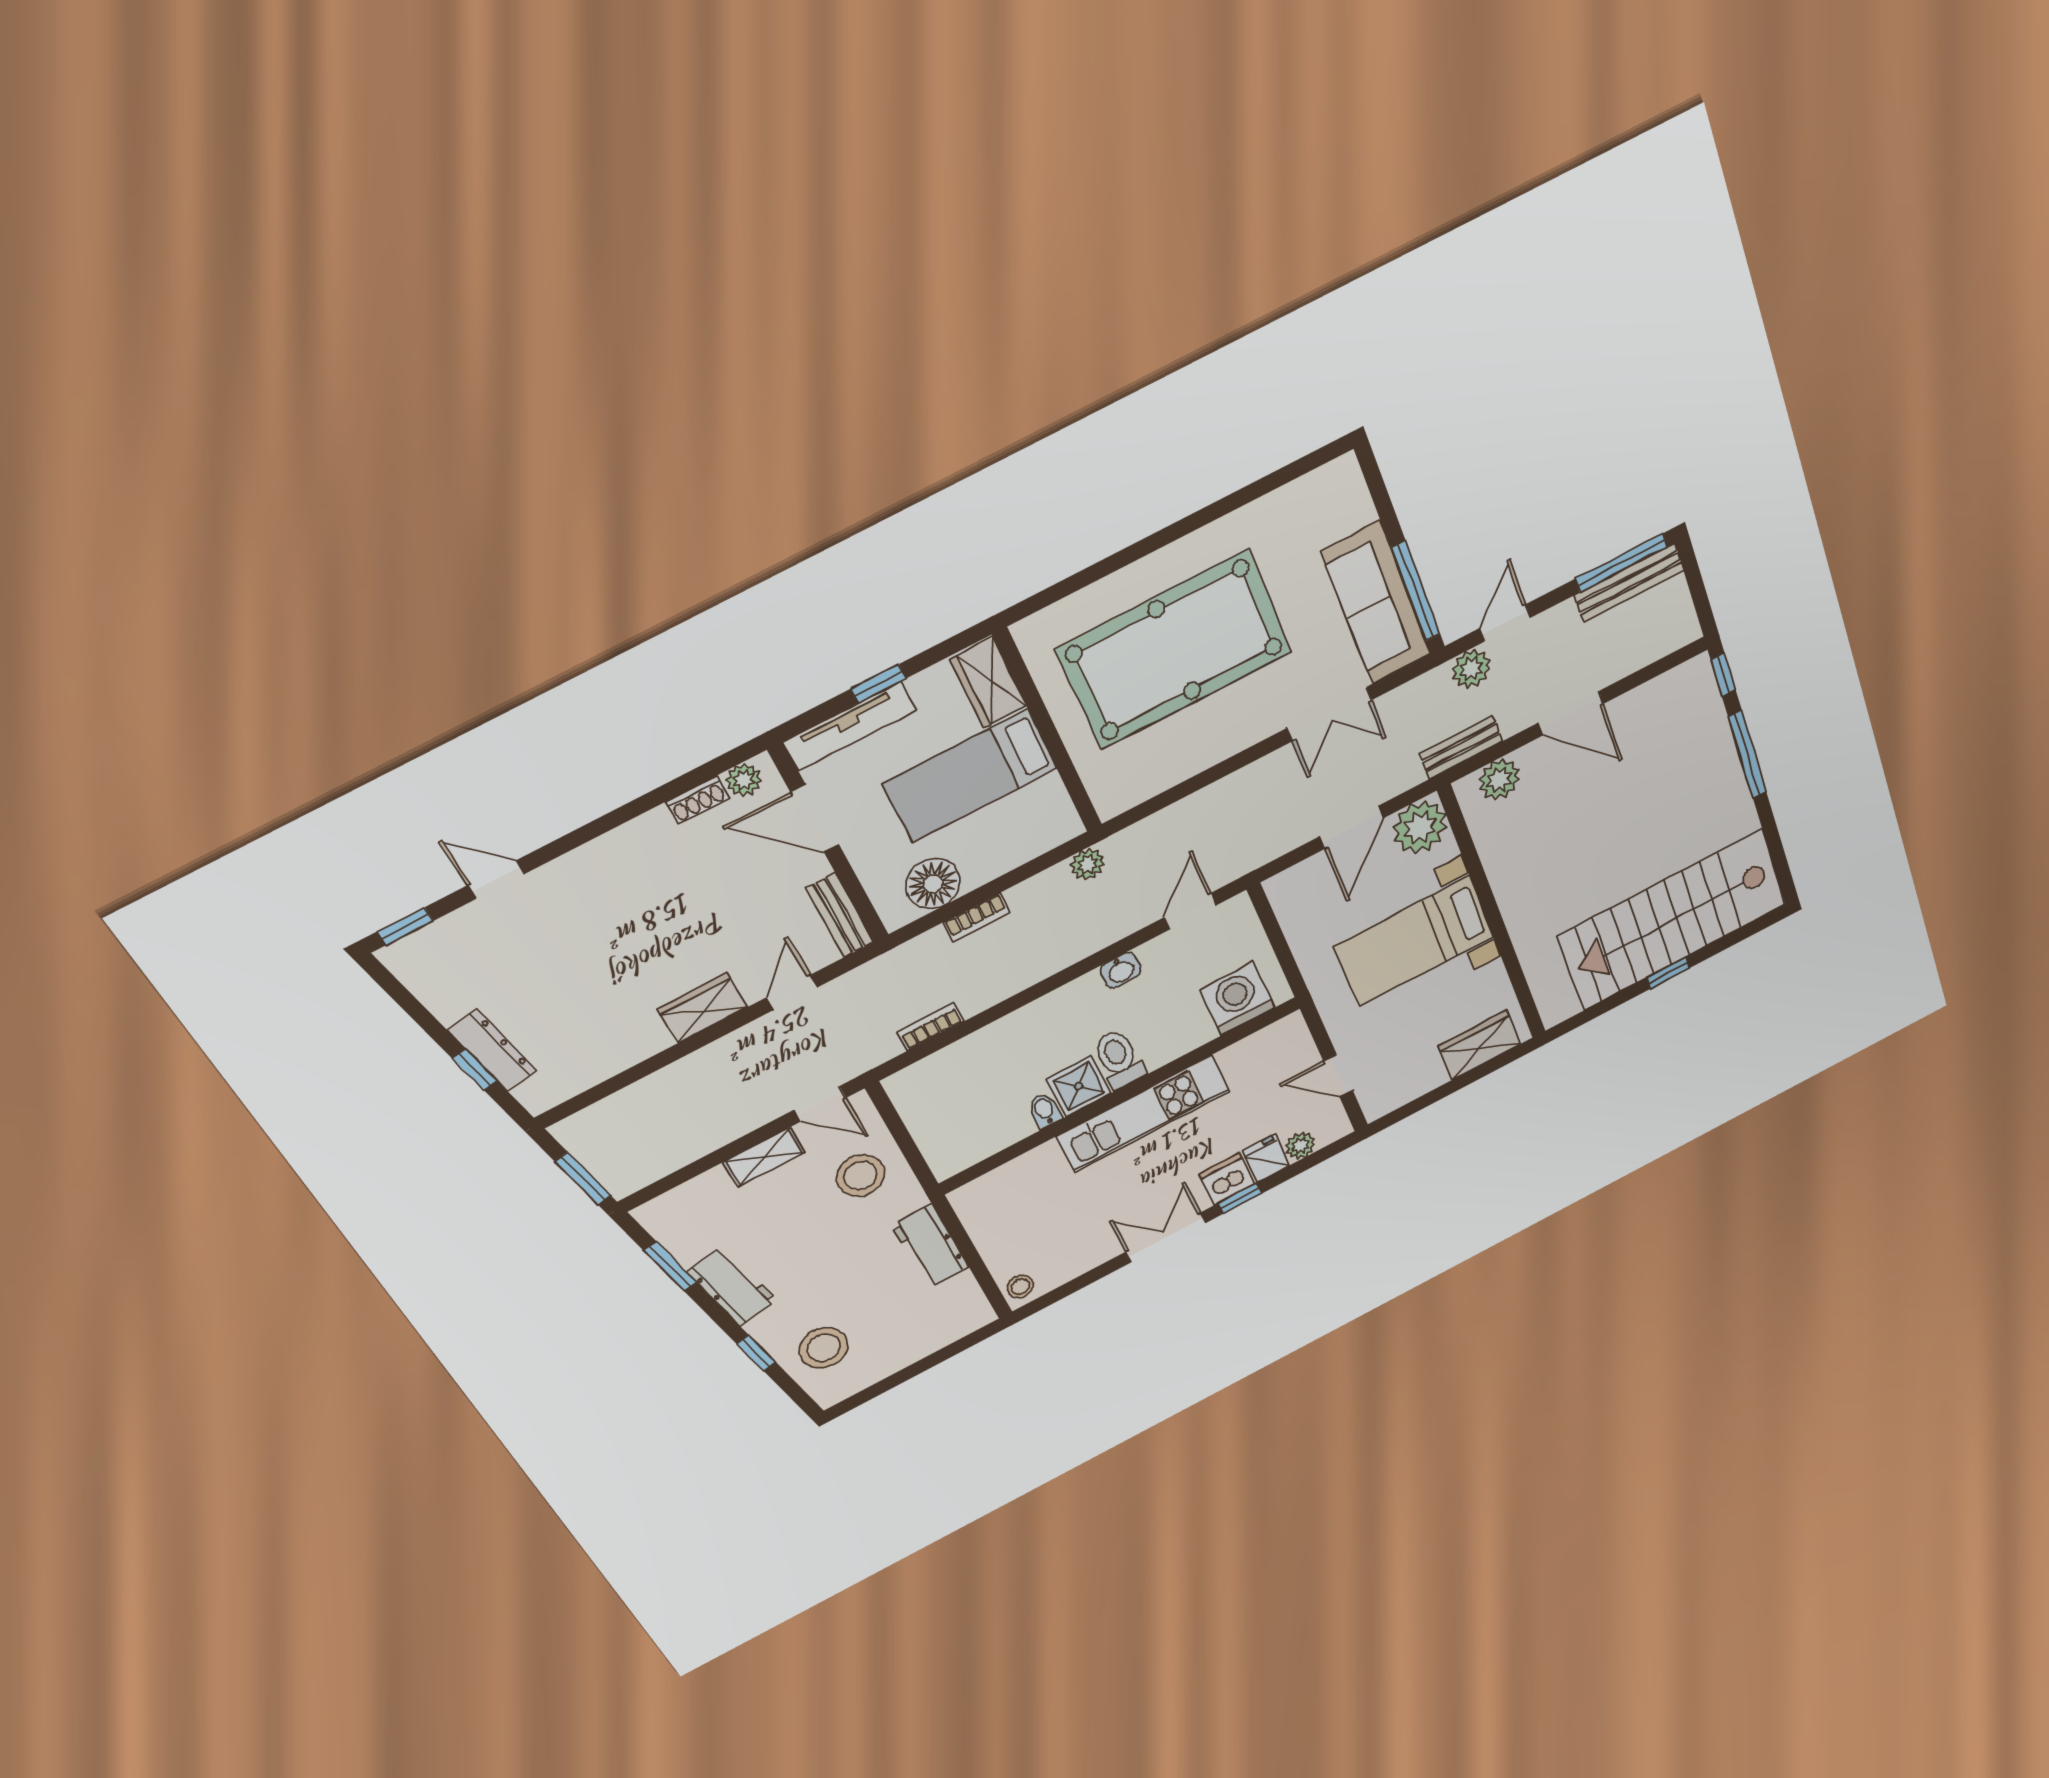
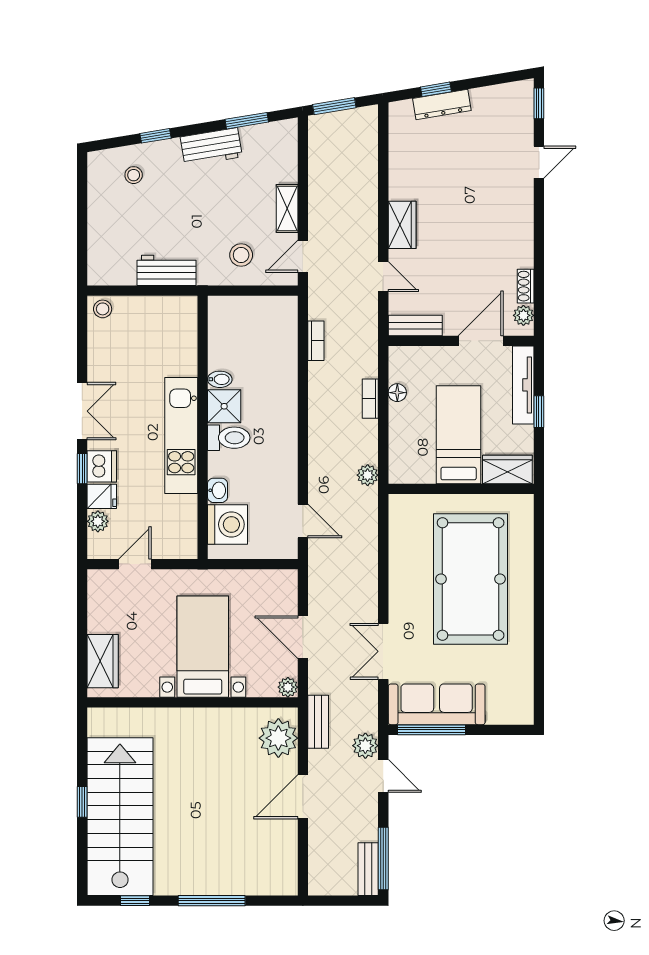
bench: (1629, 583) -> (368, 869), width x0.73
window: (1723, 675) -> (135, 901), moved
plant: (1499, 779) -> (278, 738), width x1.36, depth x1.36
plant: (1420, 827) -> (288, 687), width x0.53, depth x0.53
floor lamp: (933, 884) -> (397, 393), width x0.53, depth x0.53
washbasin: (1121, 970) -> (217, 490), moved, turned 180
stool: (861, 1175) -> (241, 255), width x0.73, depth x0.73
stool: (824, 1348) -> (134, 175), width x0.53, depth x0.53

